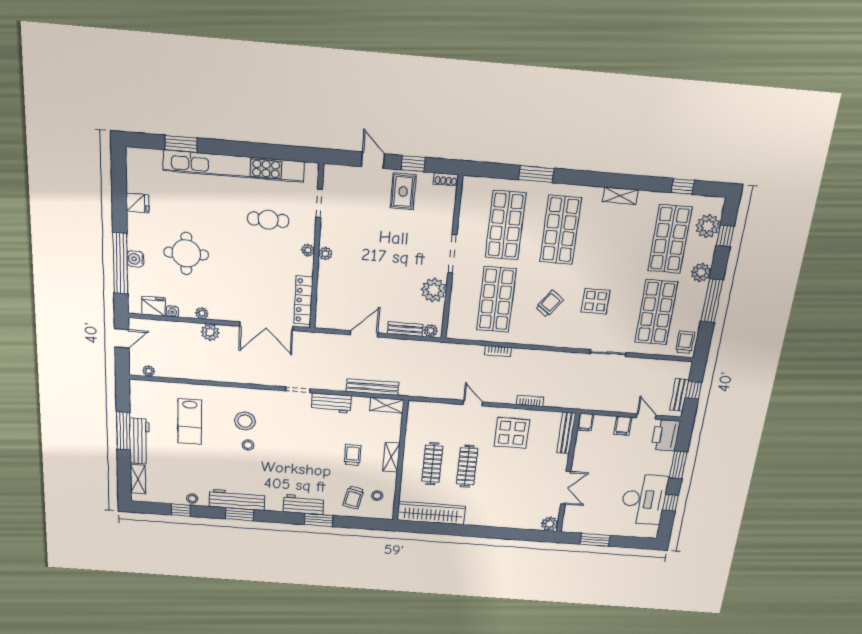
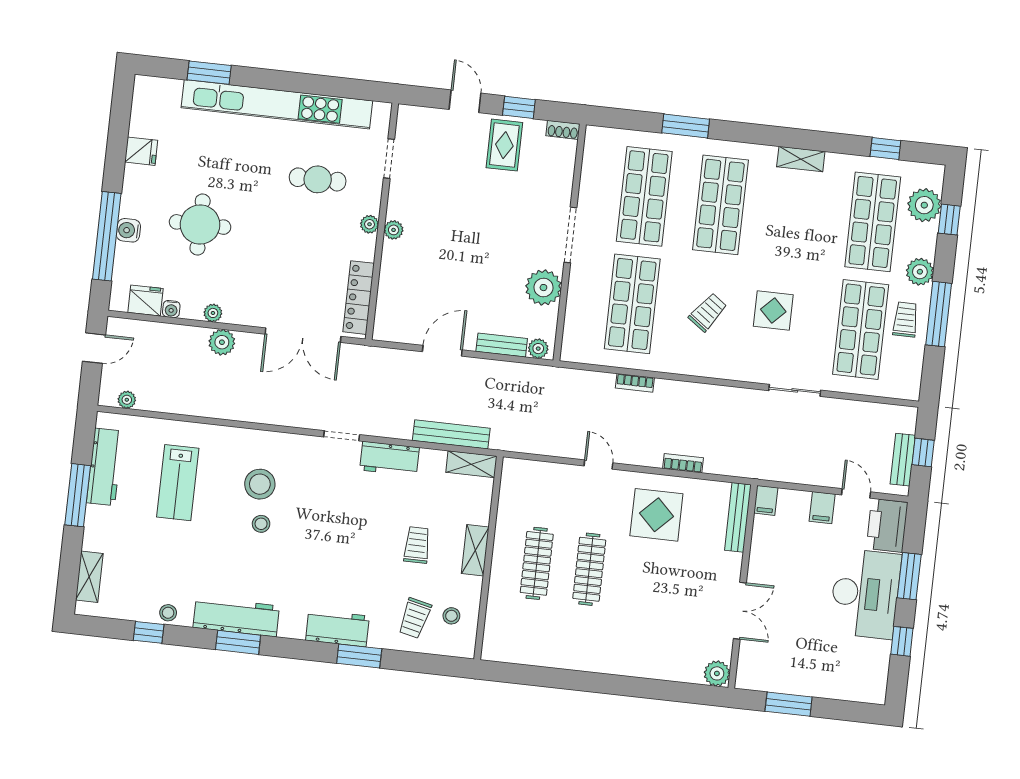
trolley: (685, 342) -> (905, 320), moved
workbench: (140, 441) -> (105, 467), moved
desk: (644, 499) -> (865, 594), moved
wardrobe: (431, 513) -> (533, 649), removed

